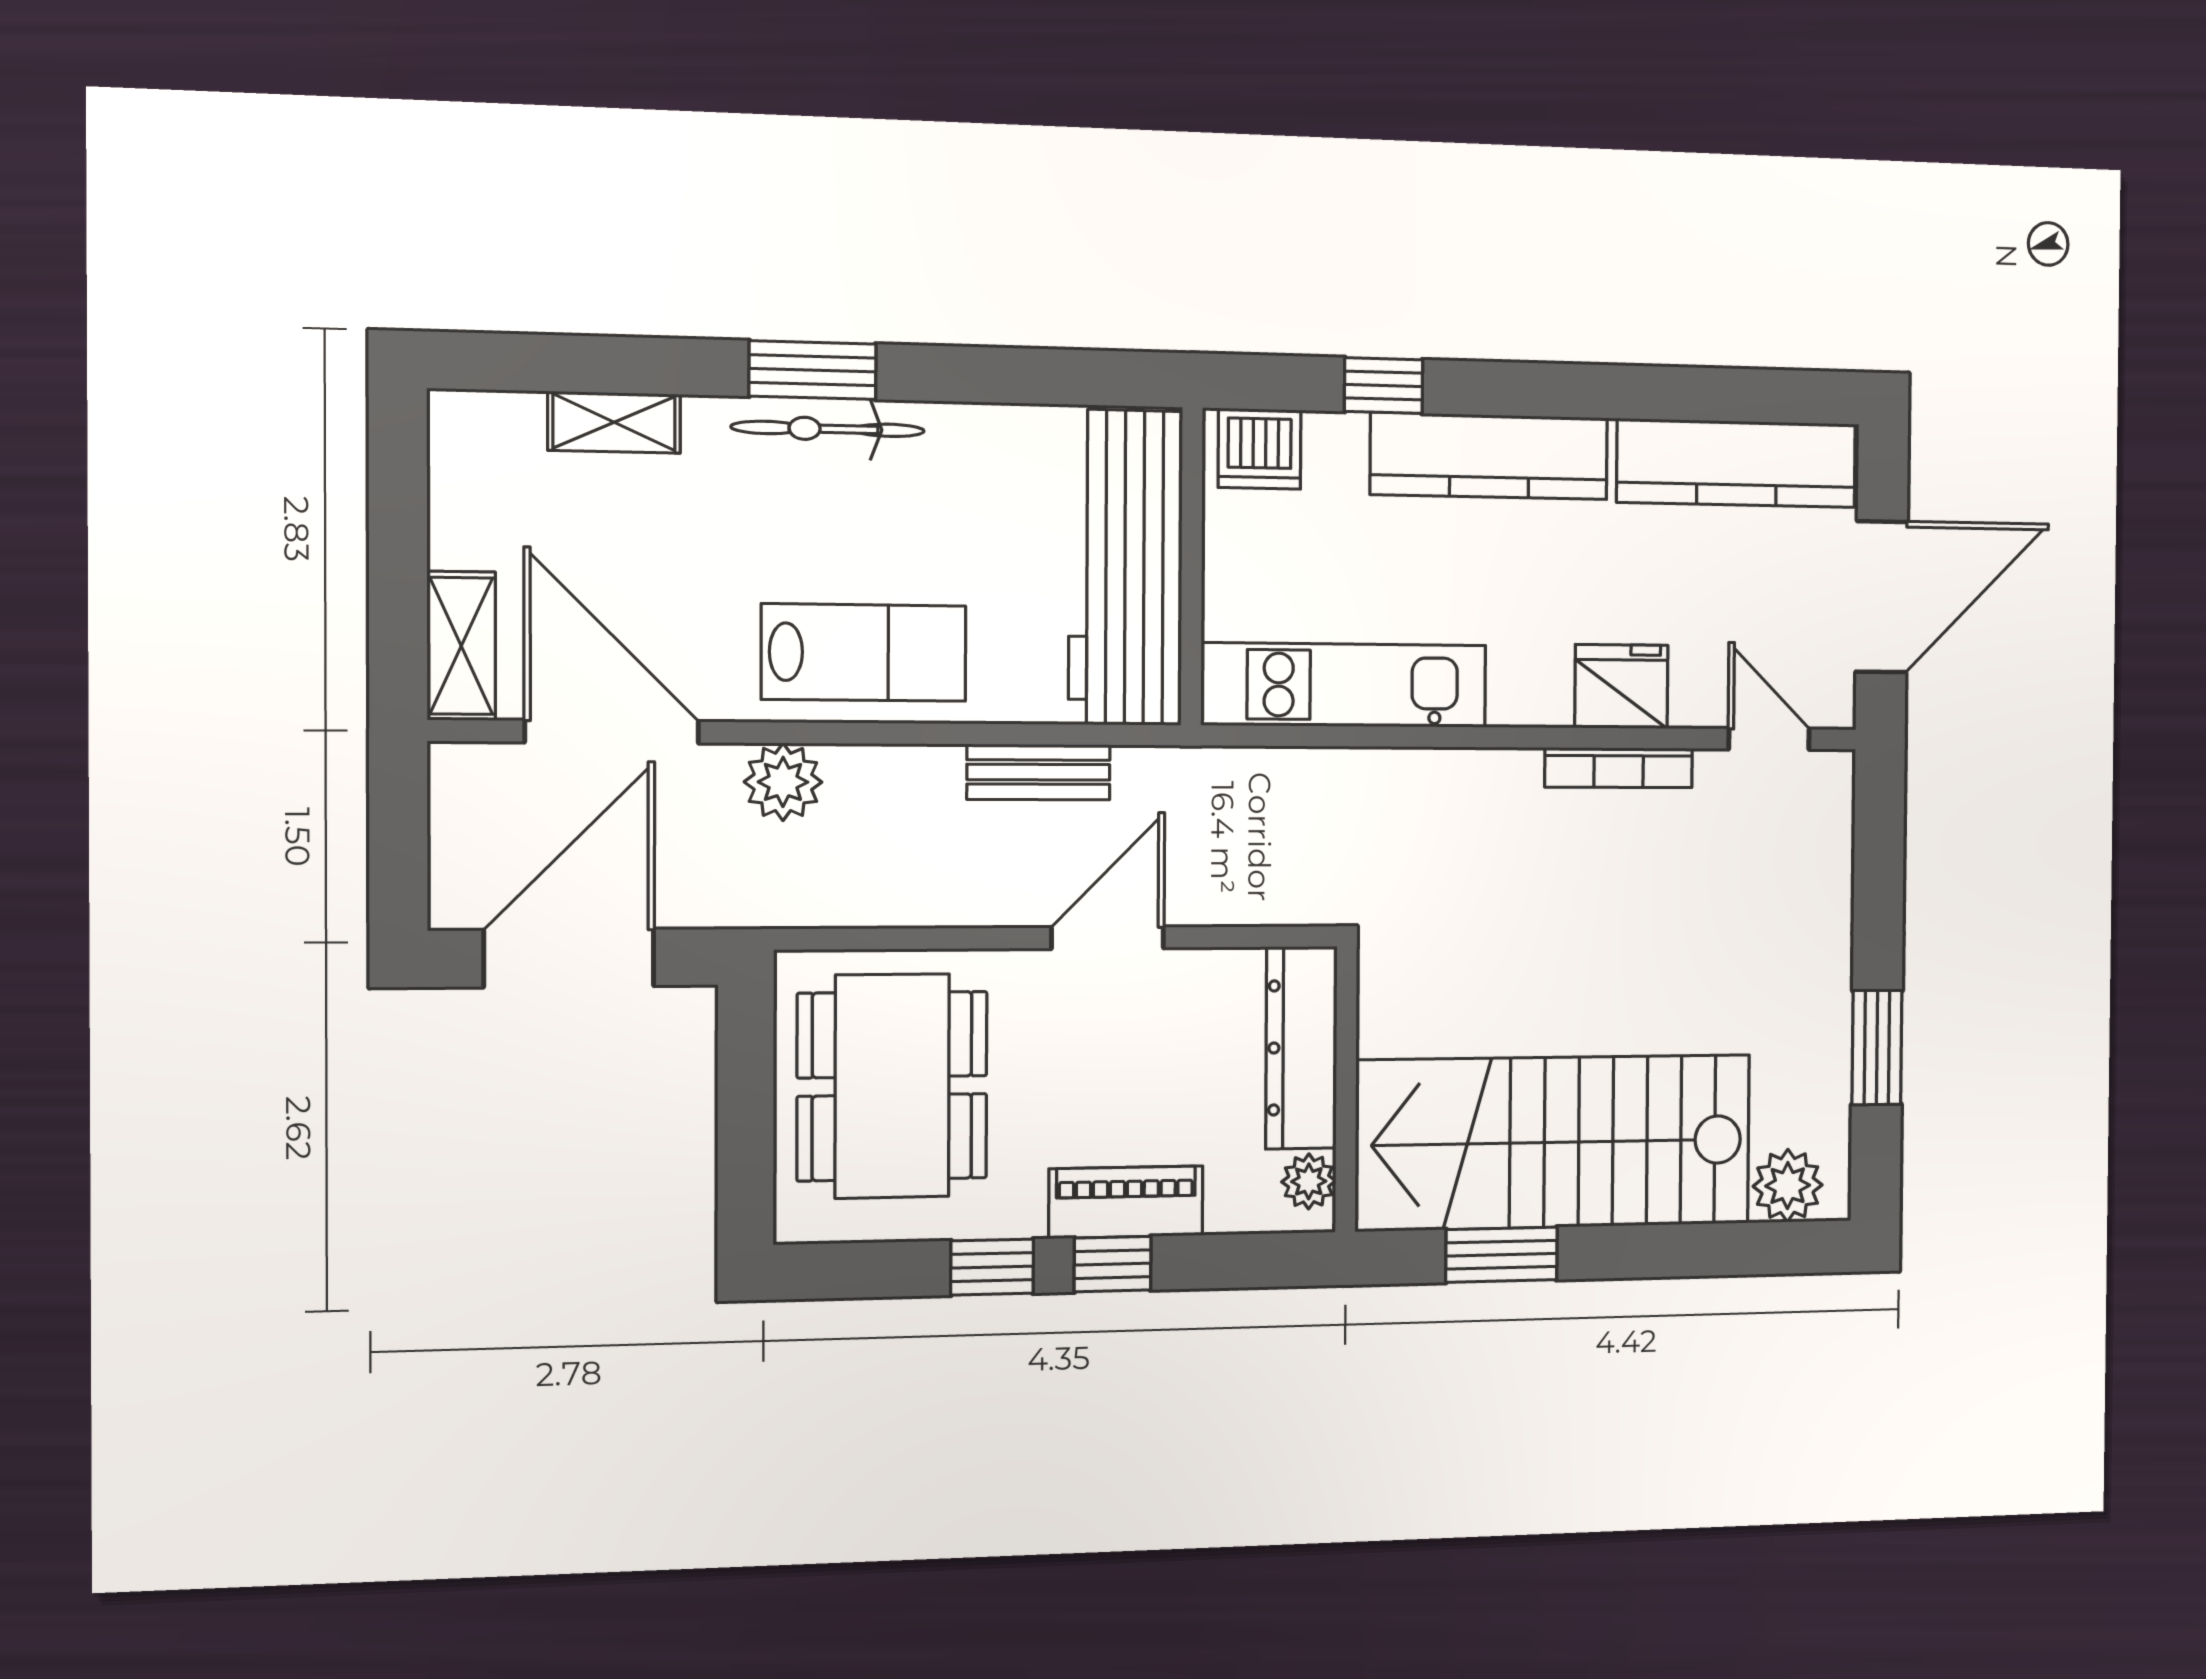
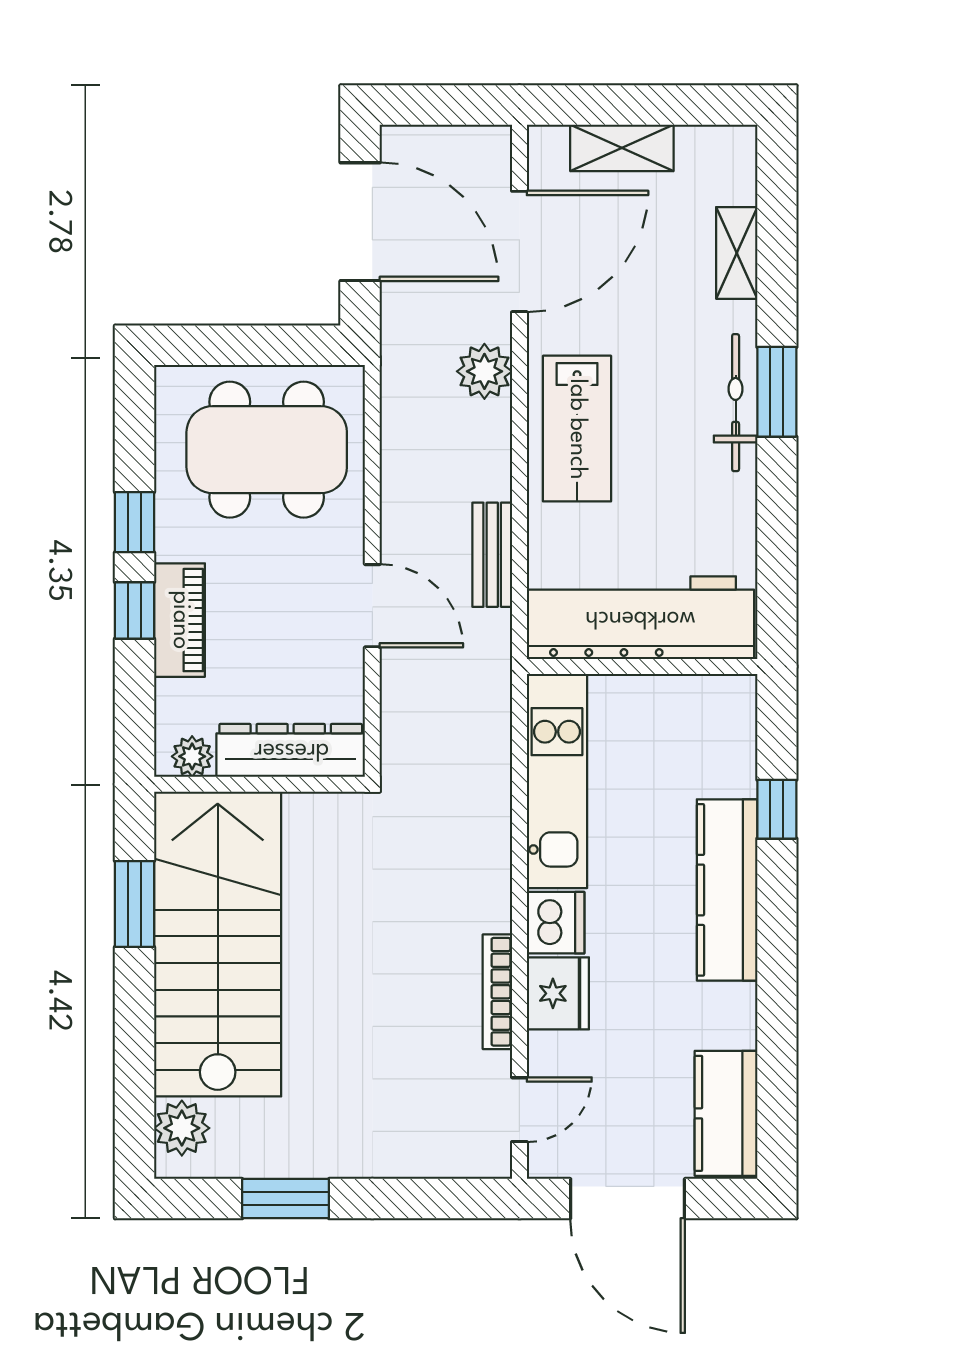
dishwasher: (1260, 449) -> (556, 923), moved, turned 180
kitchen counter: (1737, 463) -> (726, 1113), width x0.67
shelving: (461, 646) -> (622, 148), moved

